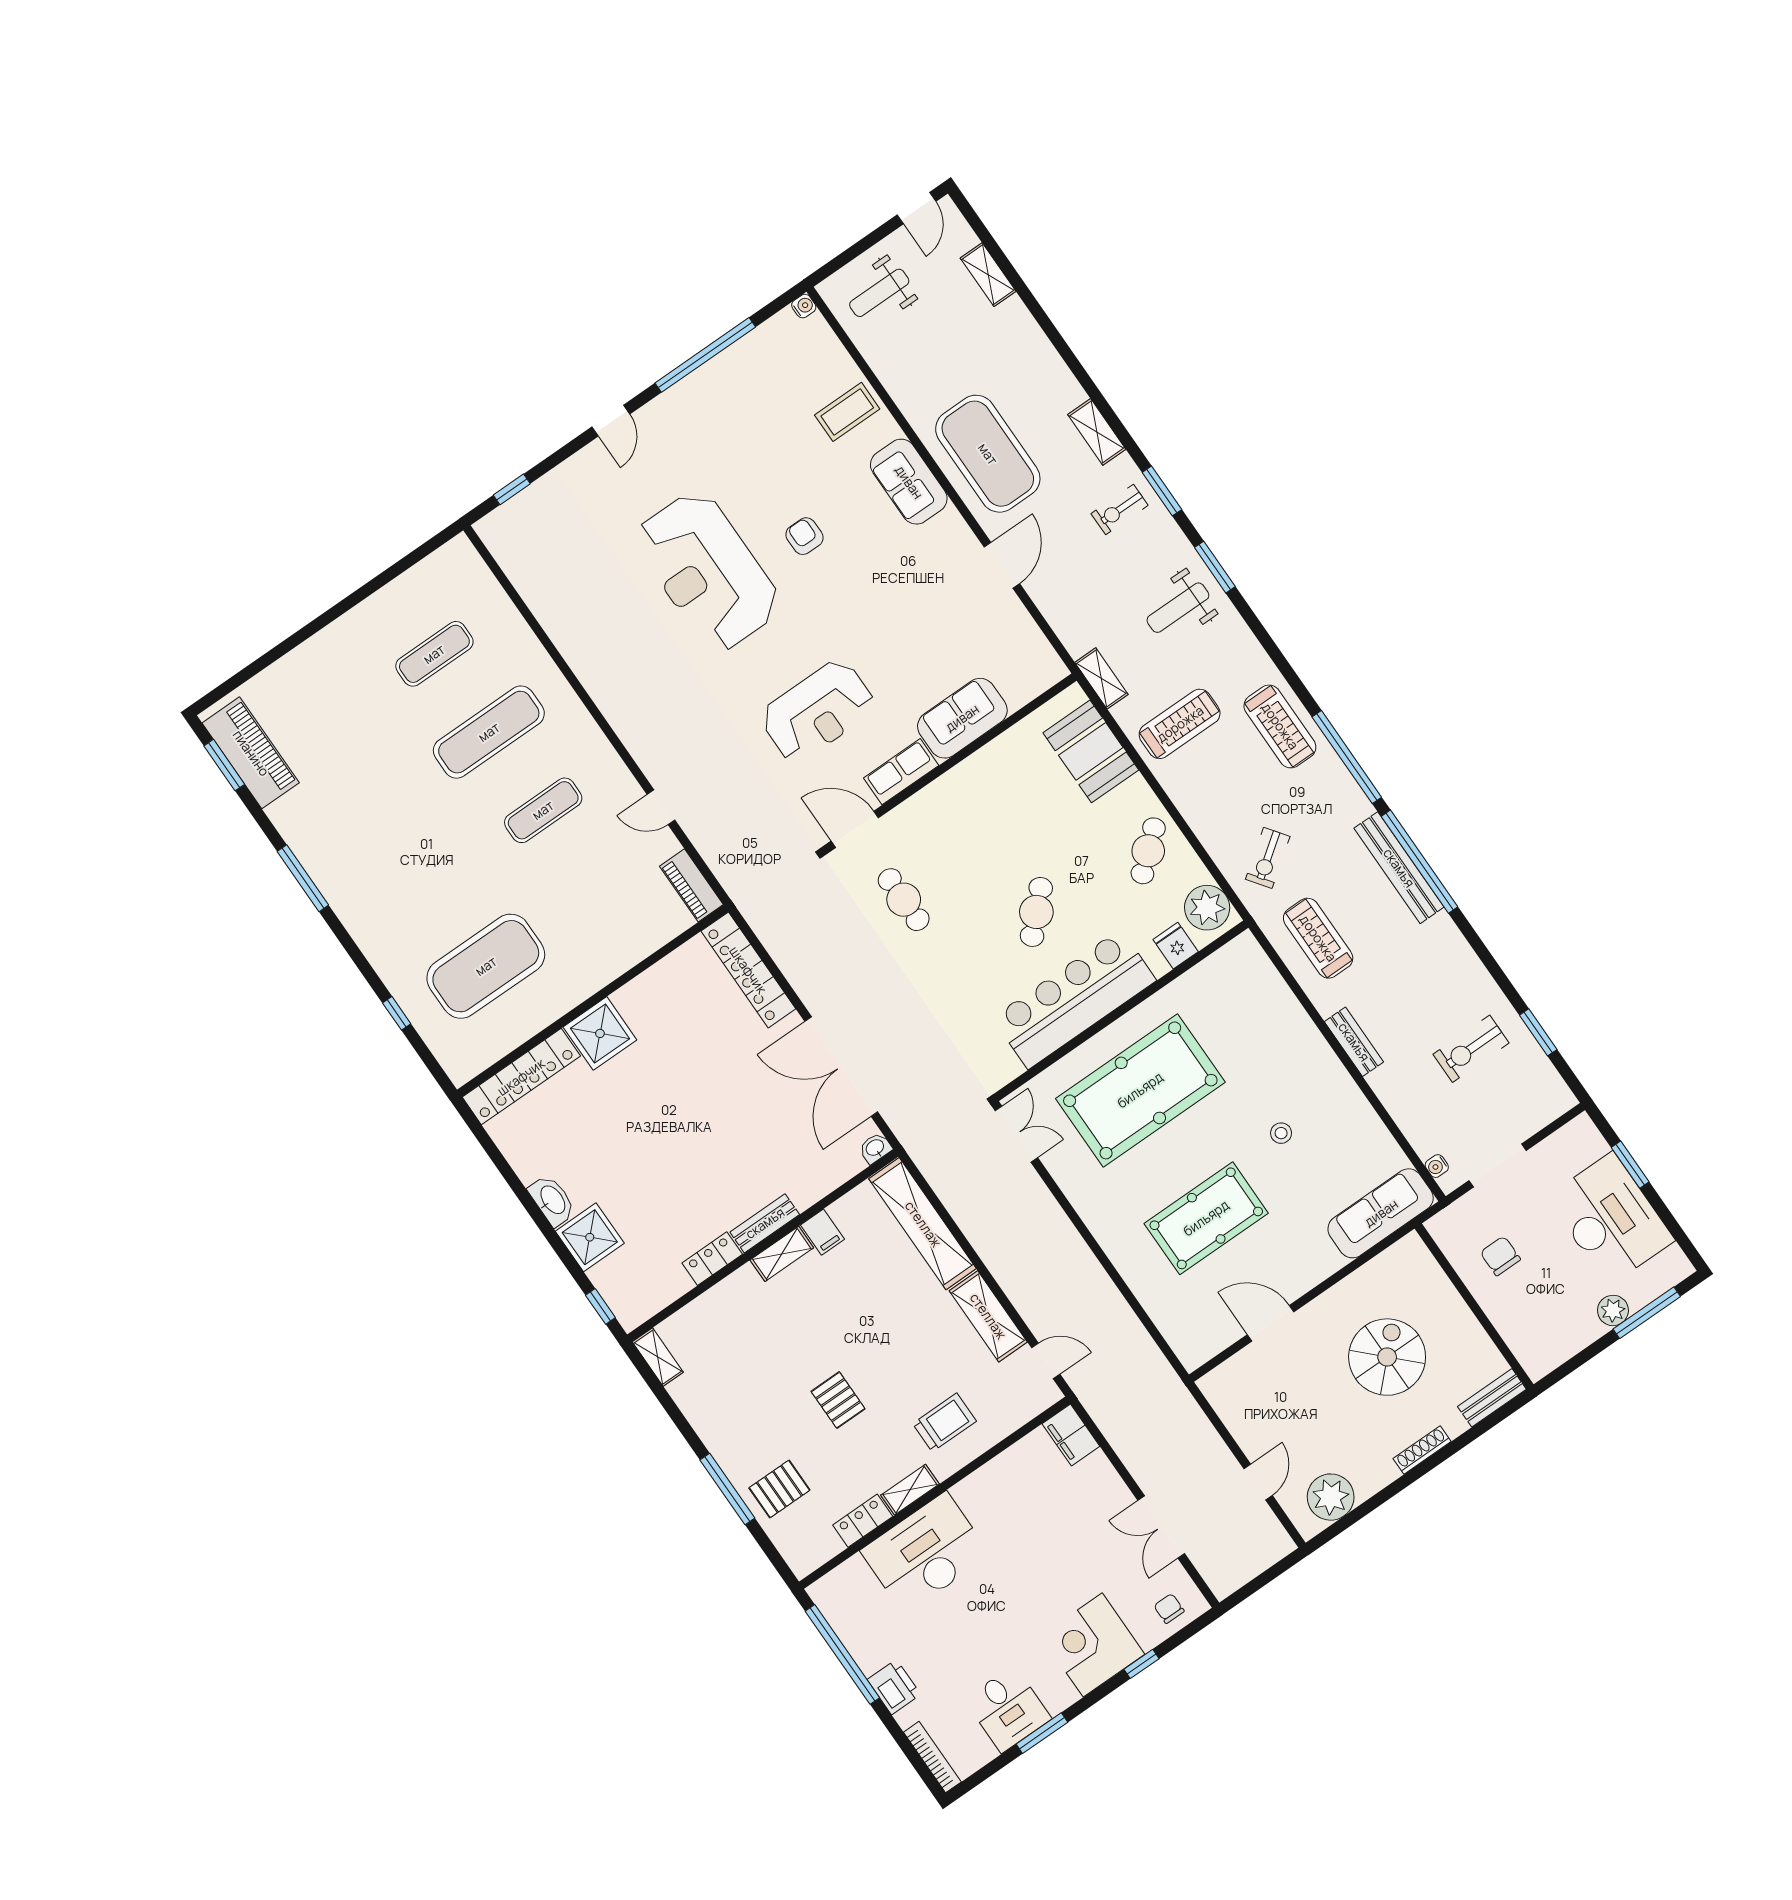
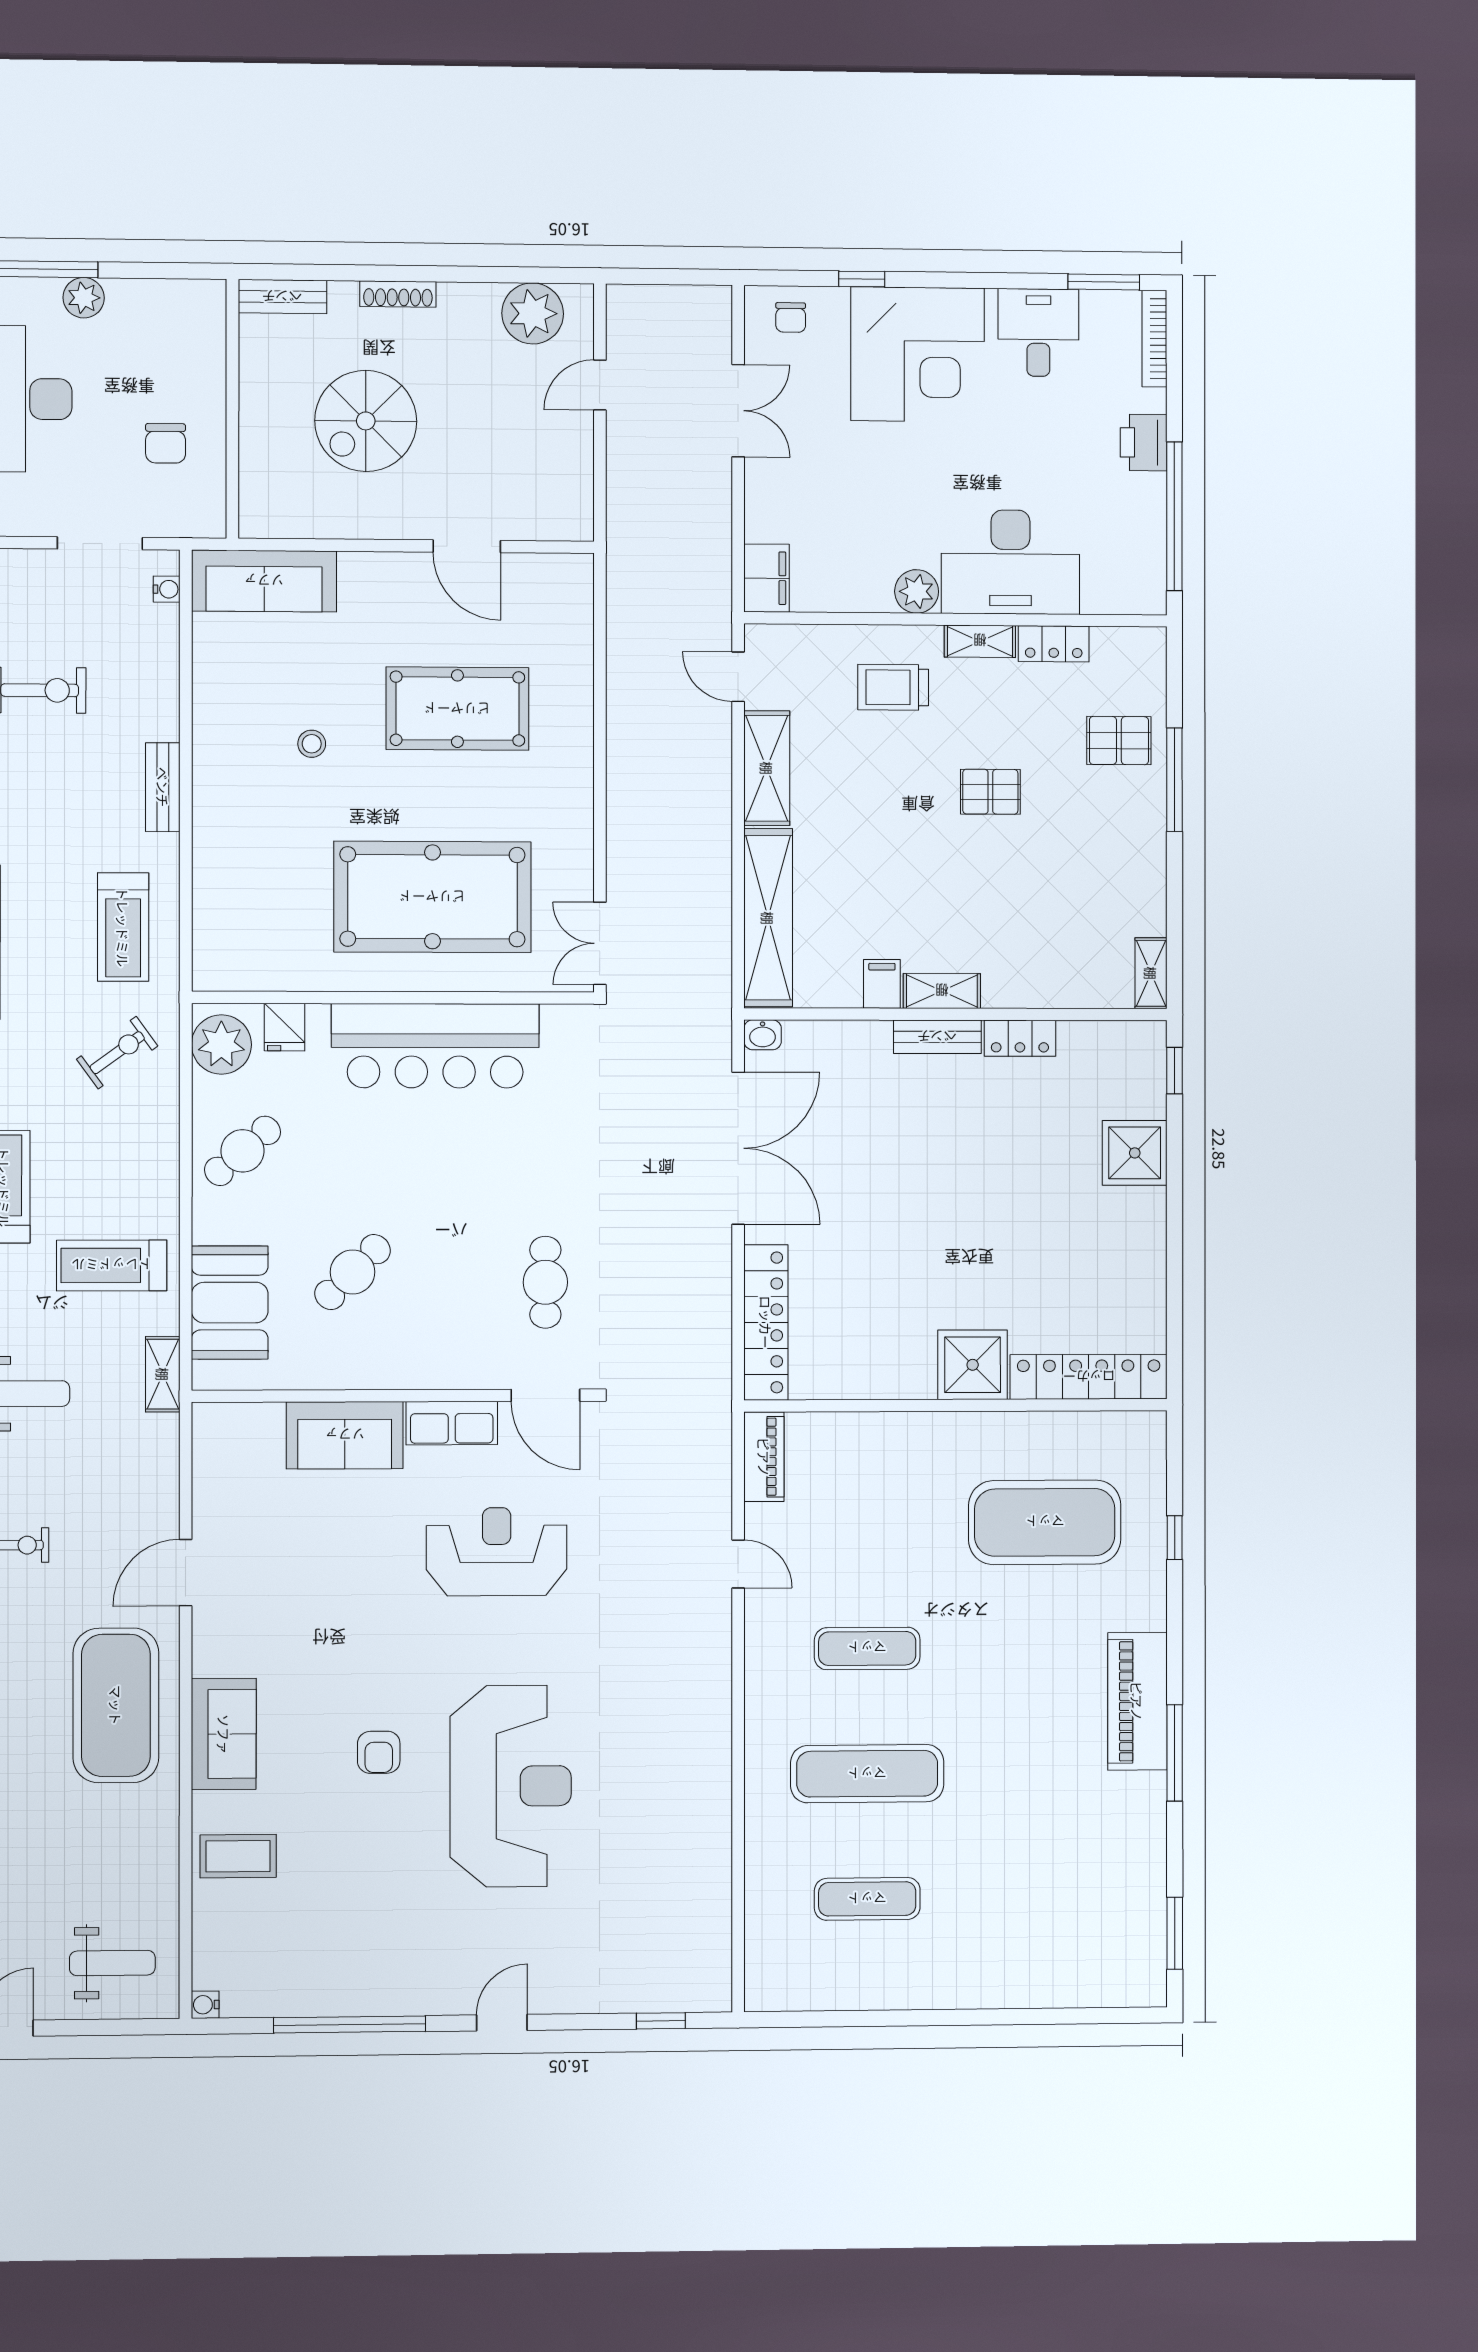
piano: (251, 753) -> (1137, 1701), moved
cafe table: (1036, 912) -> (353, 1272), moved
washbasin: (552, 1200) -> (1147, 1221), removed
pallet: (838, 1400) -> (990, 792), turned 90
plant: (971, 1493) -> (917, 591), added
corner desk: (1093, 1645) -> (917, 354), width x1.36, depth x1.36
window: (1042, 1733) -> (1104, 282), moved

